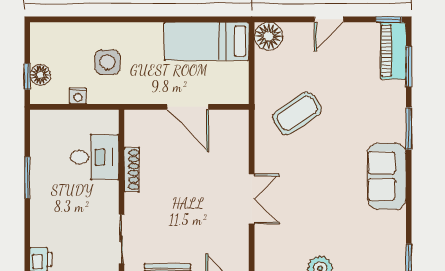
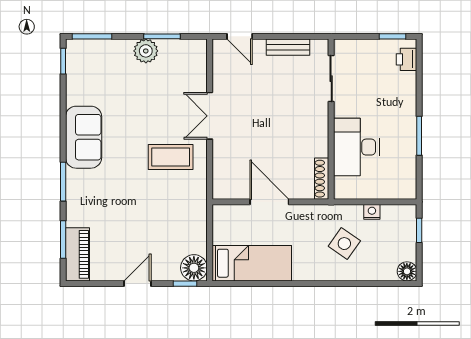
window: (389, 19) -> (185, 284), moved
side table: (107, 62) -> (344, 244), turned 35
floor lamp: (40, 75) -> (407, 271), moved
coffee table: (297, 113) -> (171, 157), moved, turned 34
desk: (95, 157) -> (356, 147), width x1.37
shoe rack: (132, 170) -> (322, 179), moved

